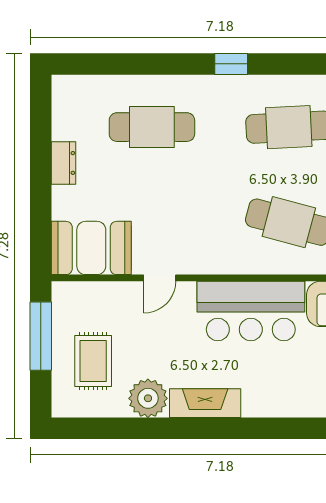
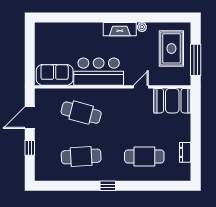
dresser: (63, 163) -> (185, 152), moved
rug: (93, 361) -> (171, 48), width x1.36, depth x1.43
plant: (148, 398) -> (142, 27), width x0.53, depth x0.53

